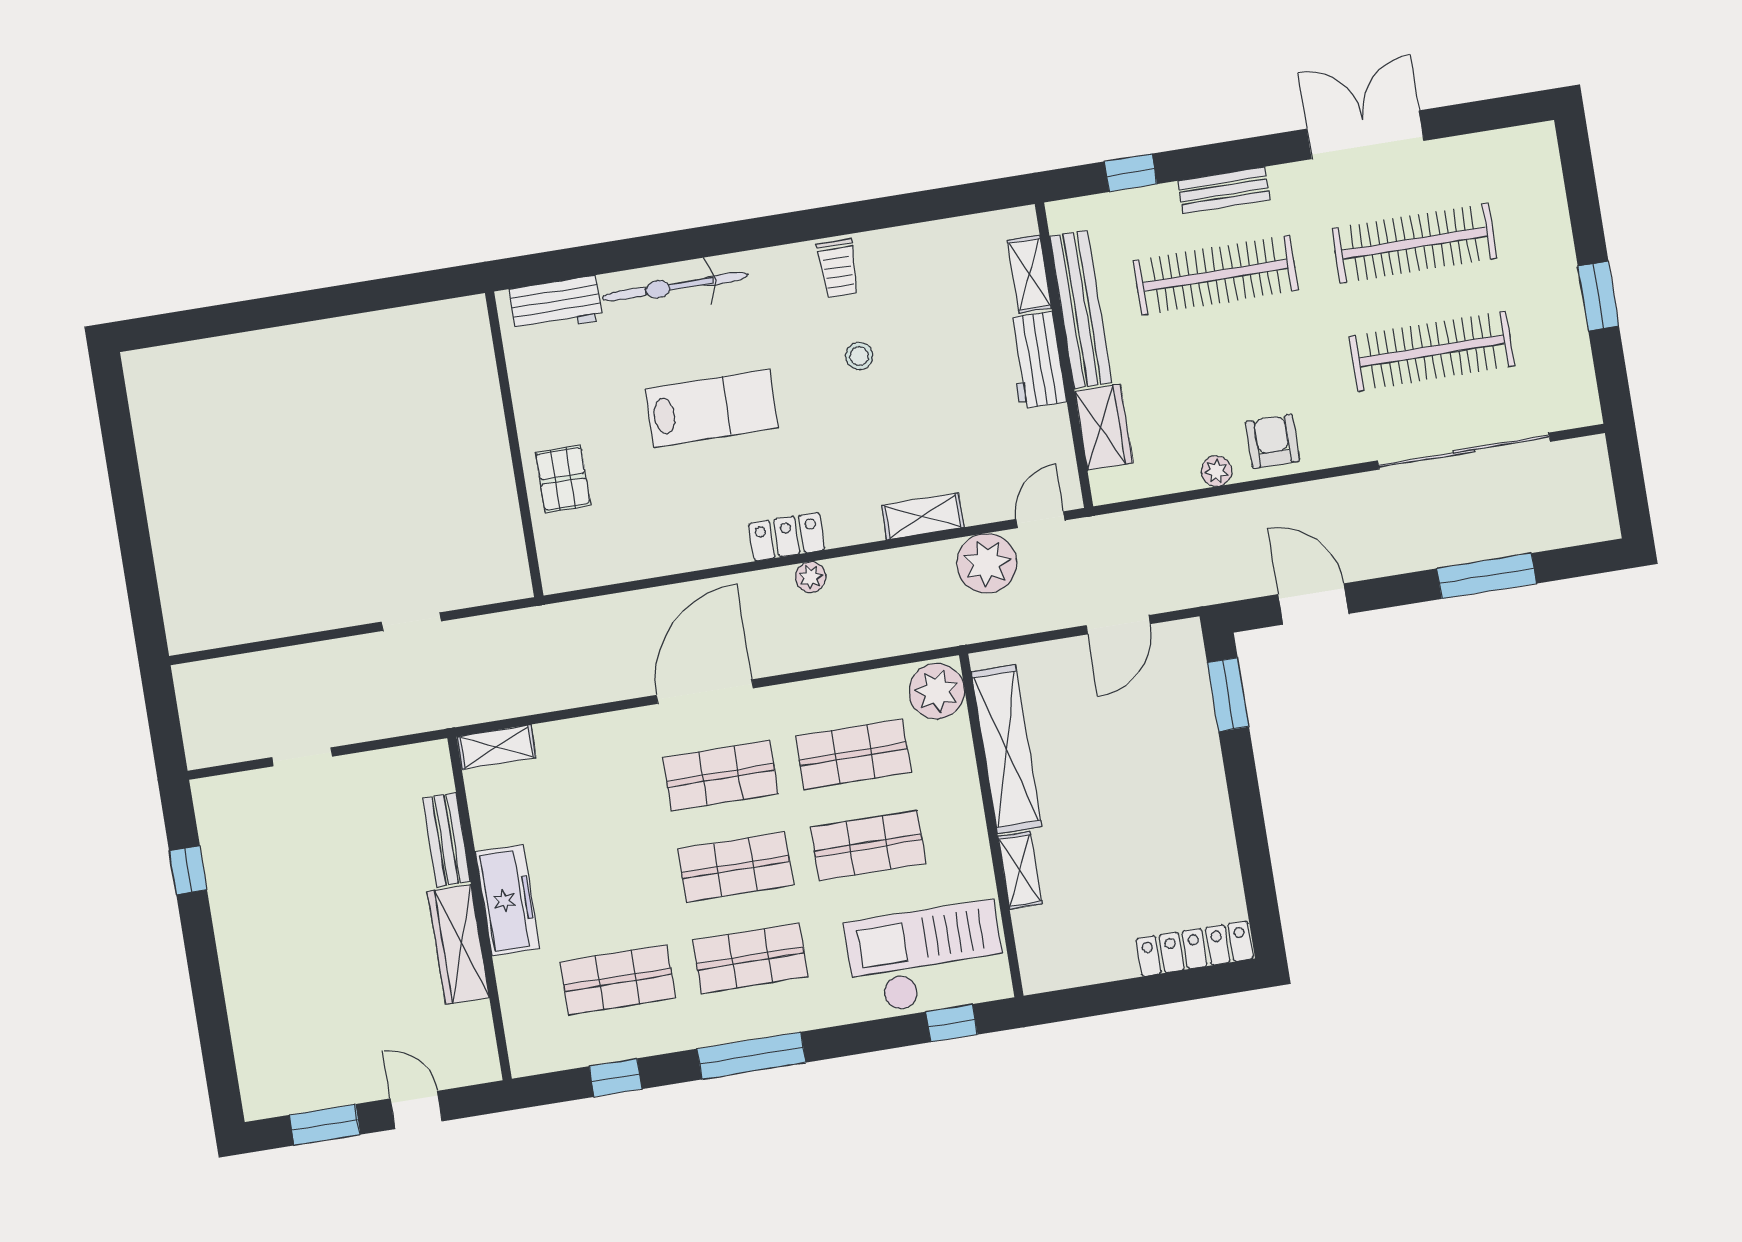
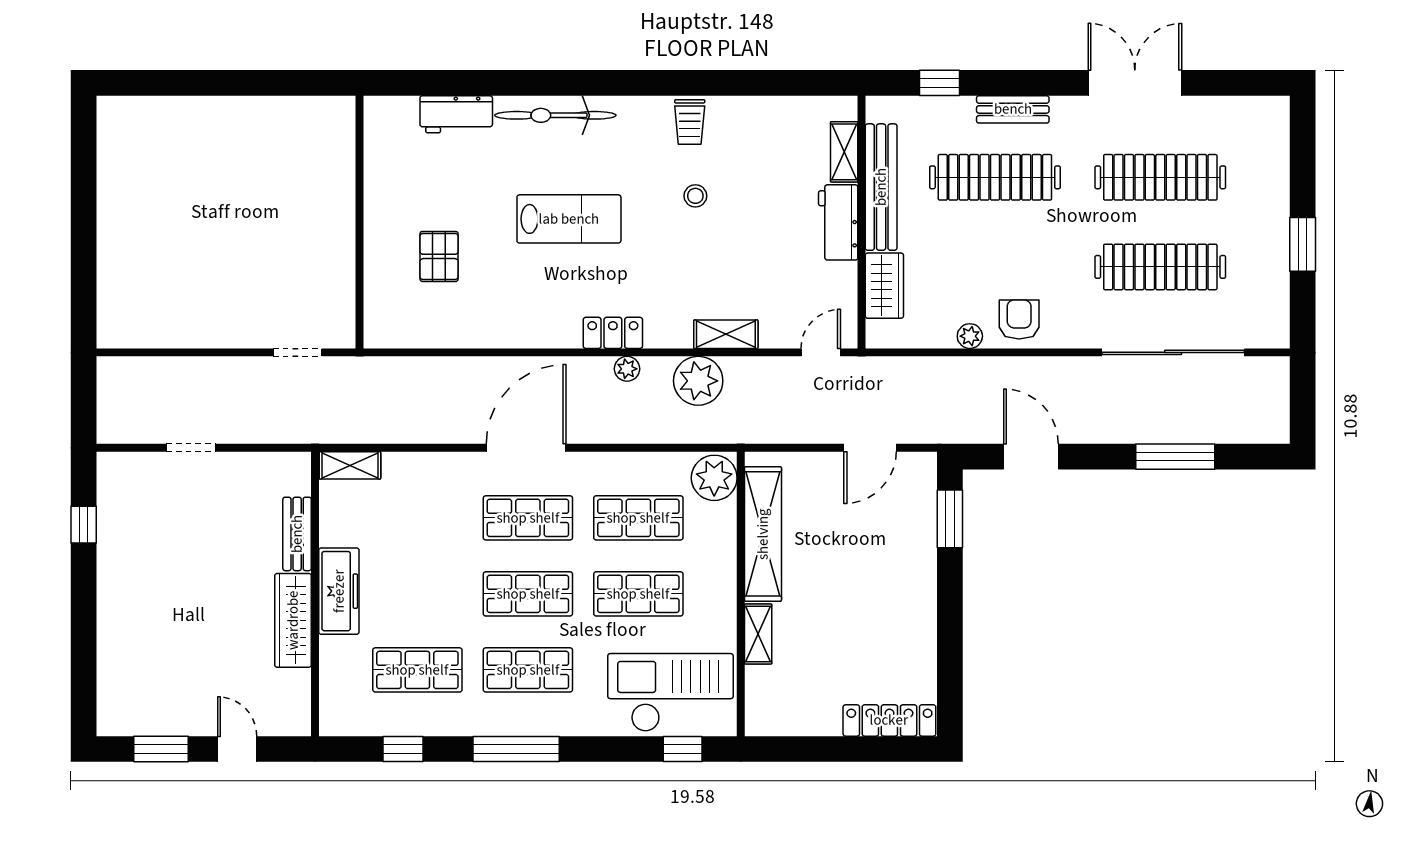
wall: (514, 444) -> (359, 222), moved
plant: (987, 563) -> (698, 381), moved

